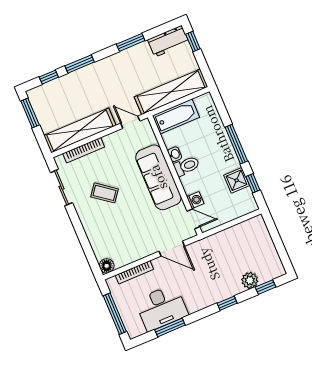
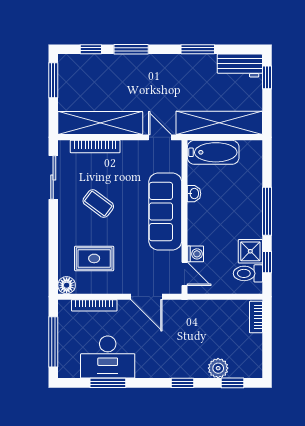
toilet: (187, 166) -> (248, 273), moved, turned 180
bookcase: (262, 229) -> (256, 317), added
rug: (119, 236) -> (94, 258), added

